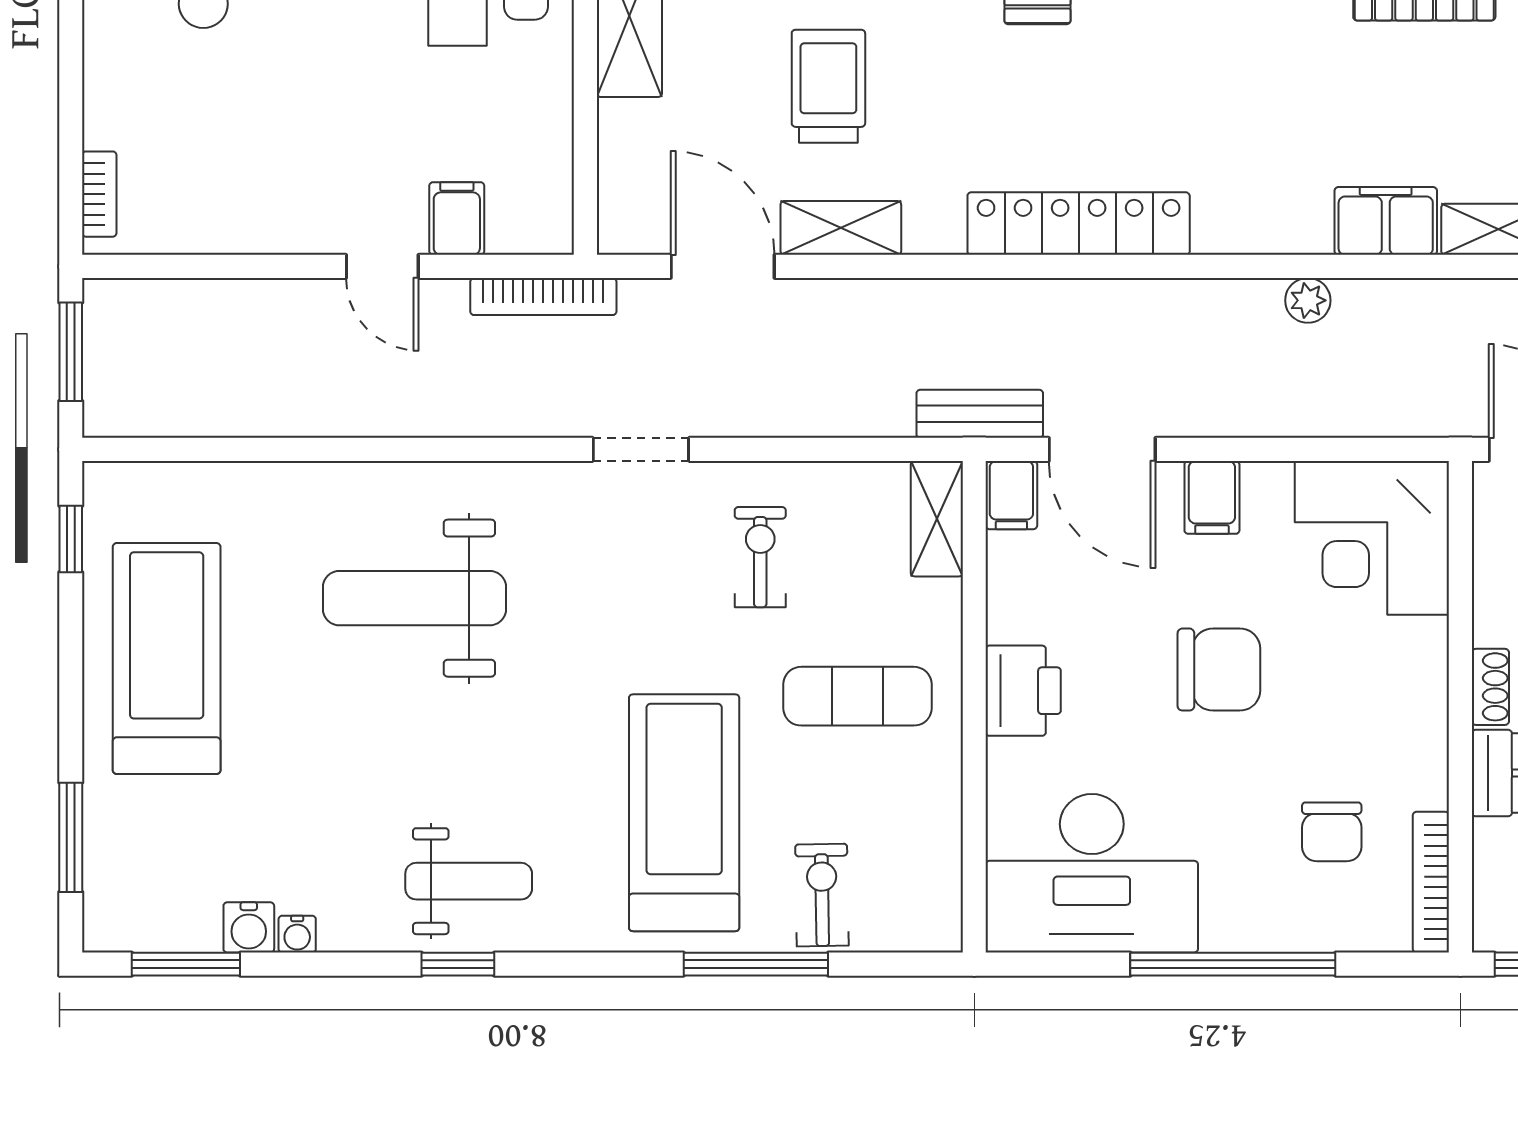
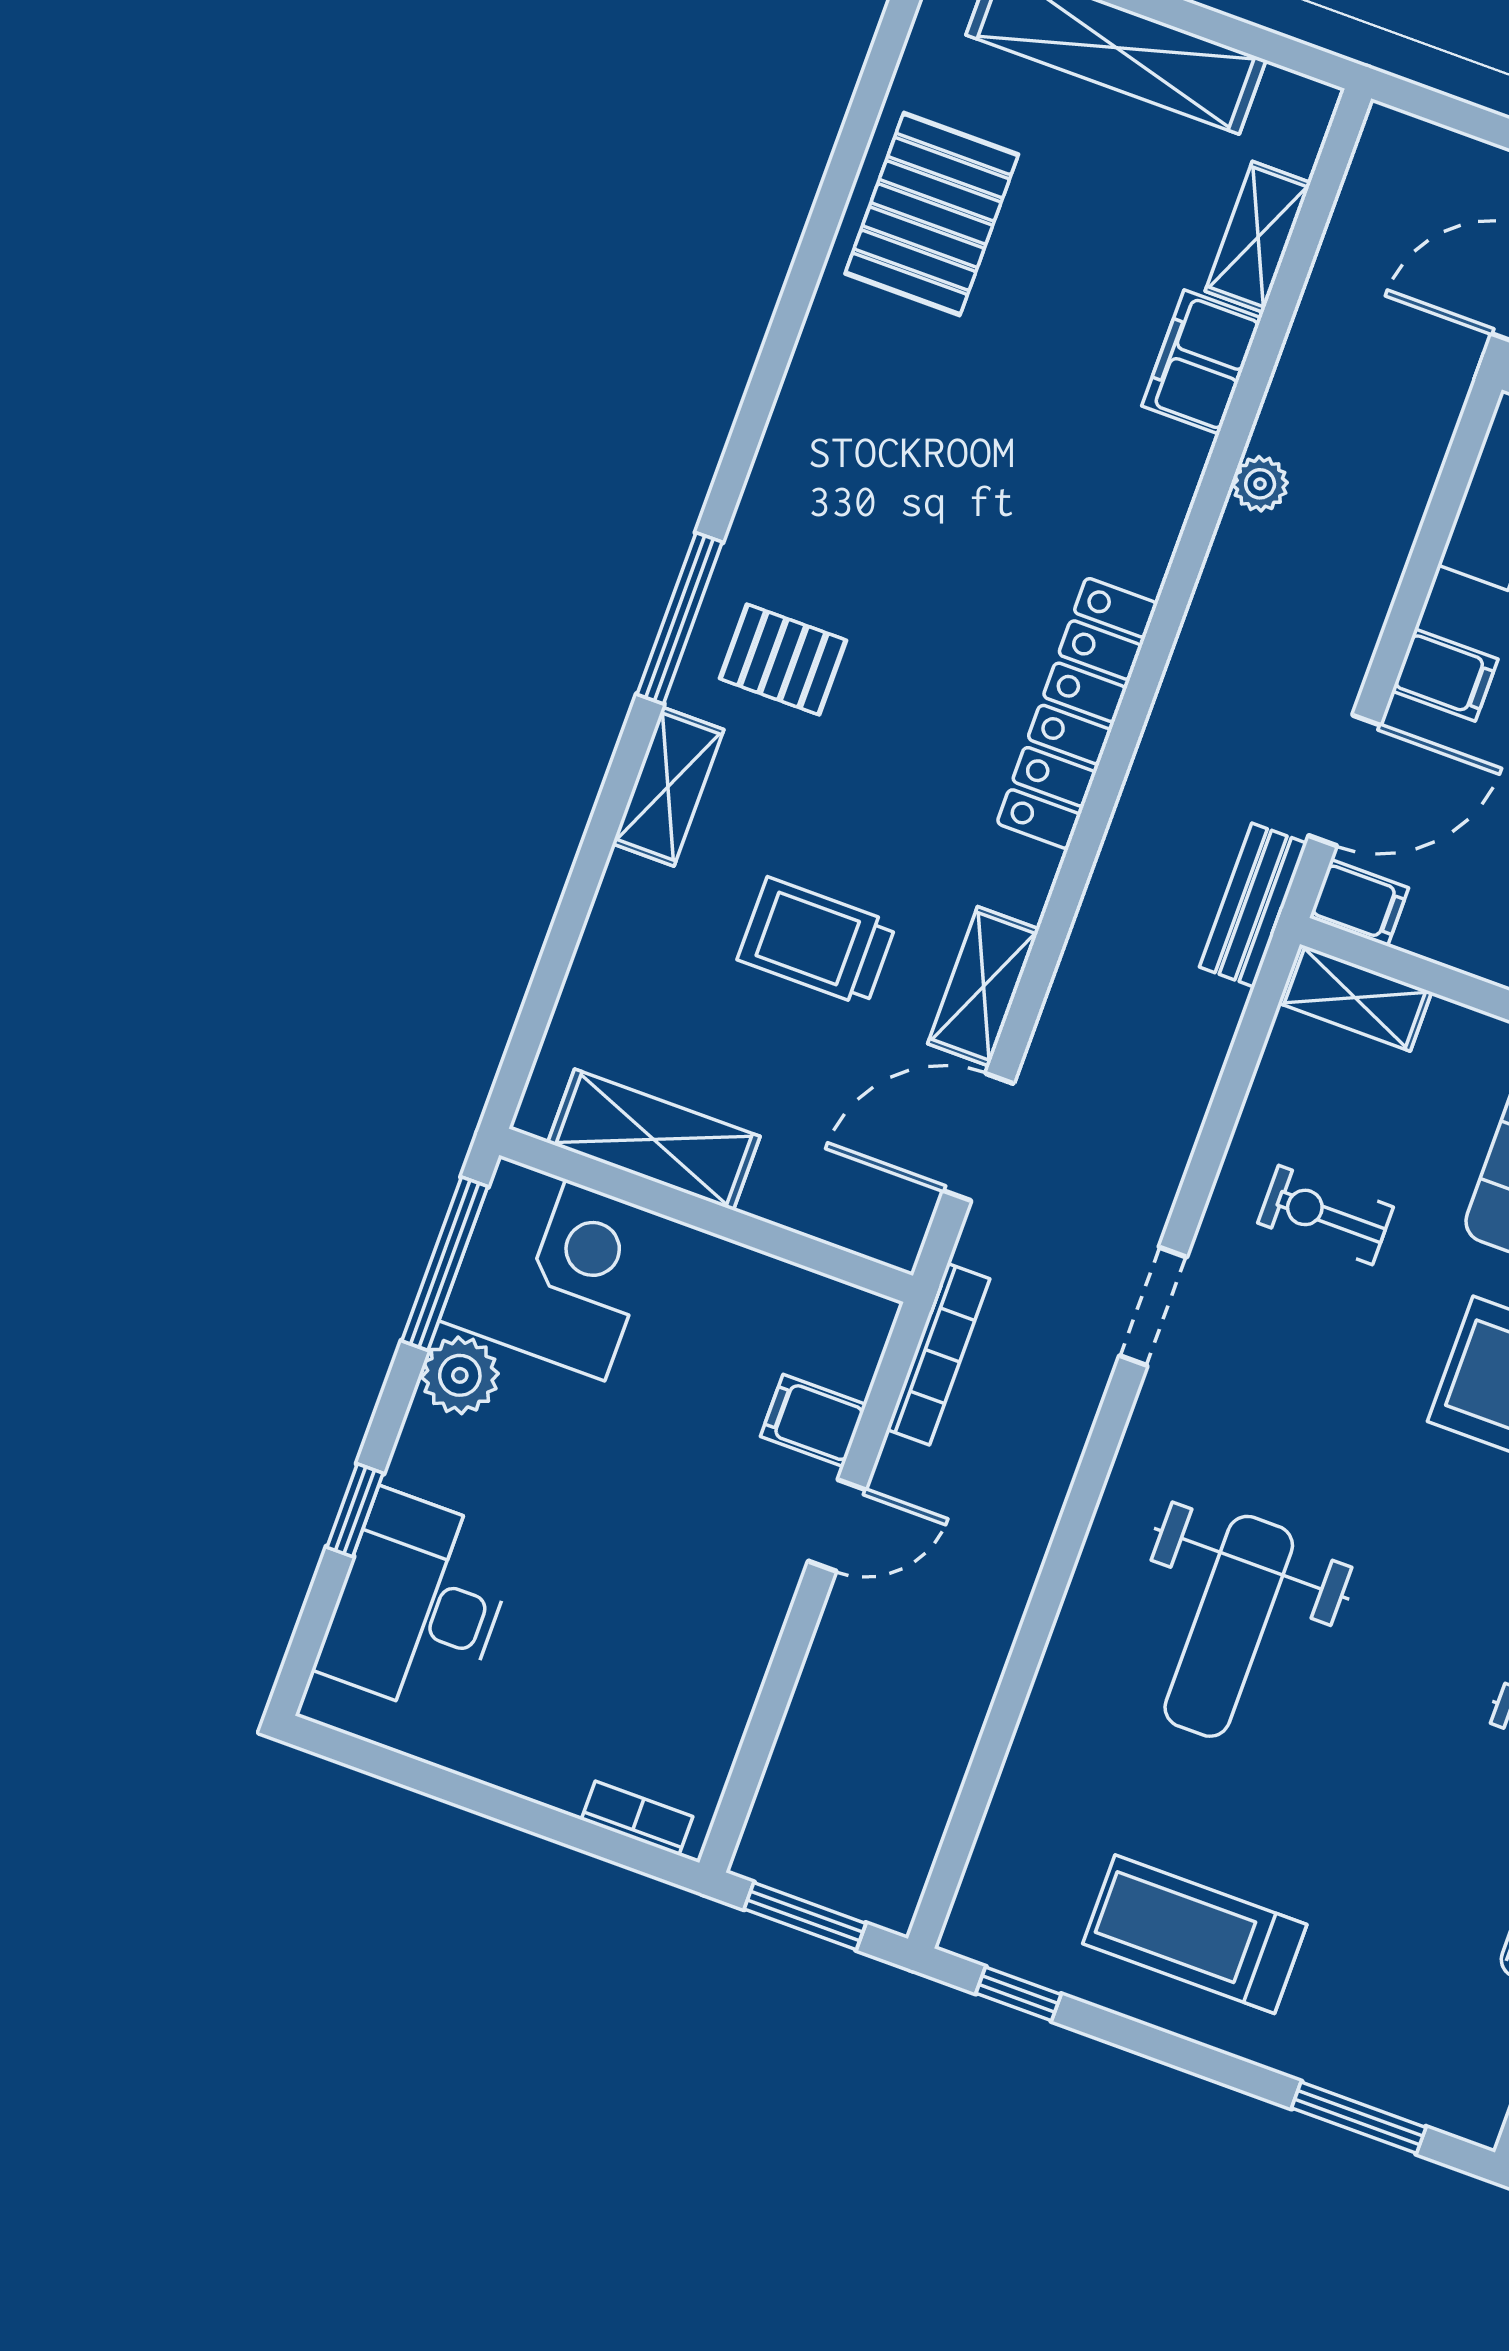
treadmill: (167, 659) -> (1195, 1934), width x0.73, depth x0.73

